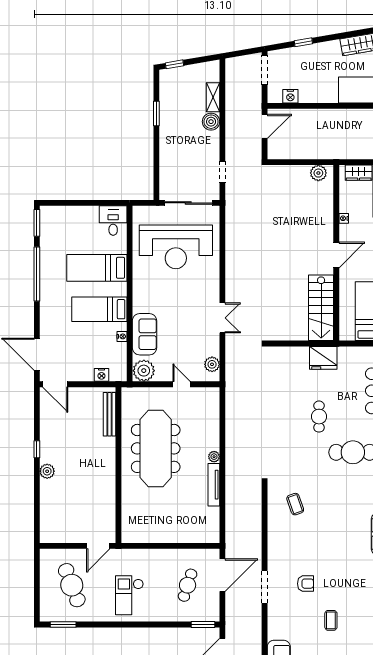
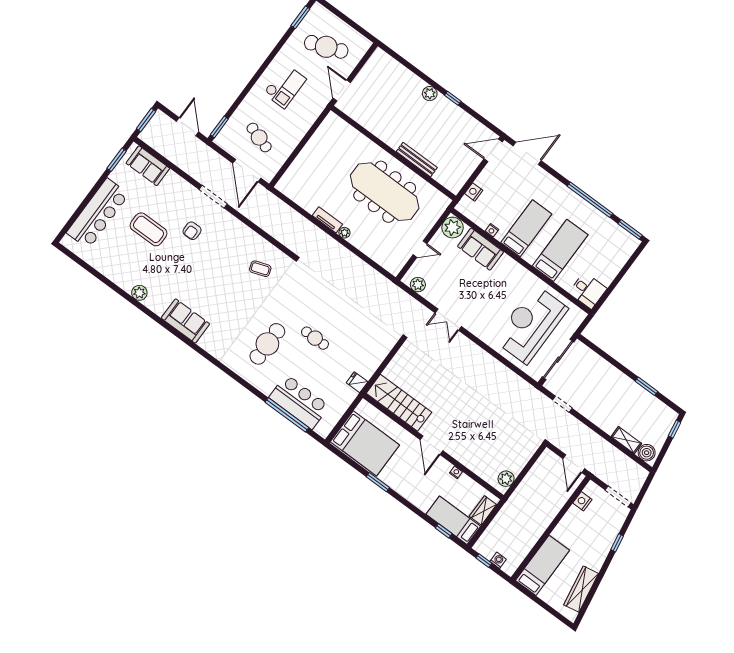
boiler: (211, 122) -> (647, 453), moved
fridge: (323, 358) -> (357, 382), width x0.53, depth x0.75
bench: (109, 414) -> (417, 160), moved
tv unit: (214, 485) -> (327, 220), width x0.71
checkout: (129, 595) -> (285, 86), turned 90
coffee table: (331, 620) -> (149, 229), width x1.86, depth x1.72

